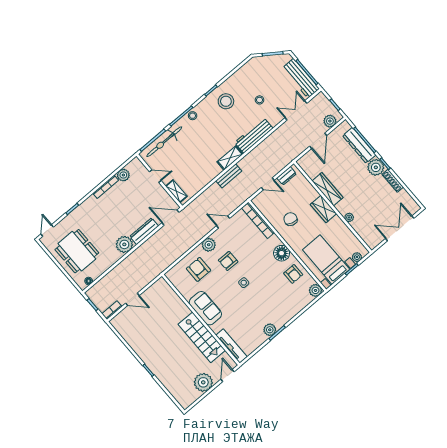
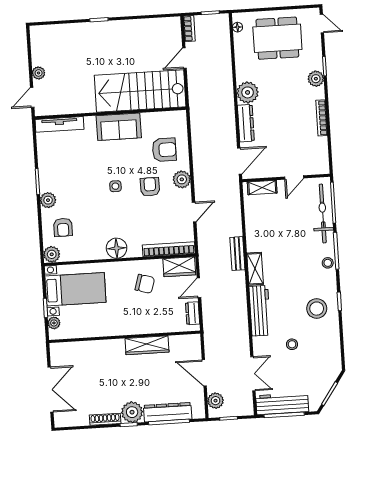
plant: (123, 175) -> (316, 79), moved
wardrobe: (324, 209) -> (179, 267), moved, turned 180
plant: (349, 217) -> (101, 346), removed
armchair: (293, 274) -> (63, 227), moved, turned -90
plant: (270, 330) -> (48, 200), moved
stairs: (202, 337) -> (140, 91), moved, width x1.36, depth x1.51
door: (227, 375) -> (32, 97), swing flipped
plant: (203, 382) -> (39, 73), width x0.53, depth x0.53

